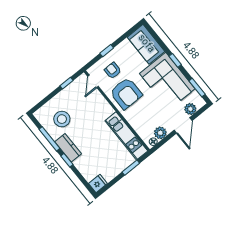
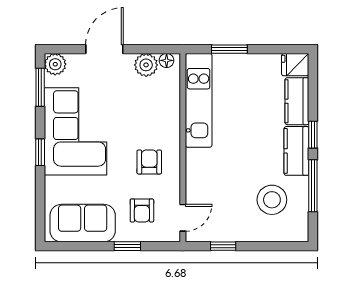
sofa: (146, 44) -> (83, 223), moved, turned -90
armchair: (126, 93) -> (149, 162), width x0.53, depth x0.53
plant: (190, 109) -> (55, 64), moved
kitchen counter: (85, 169) -> (297, 101), added

